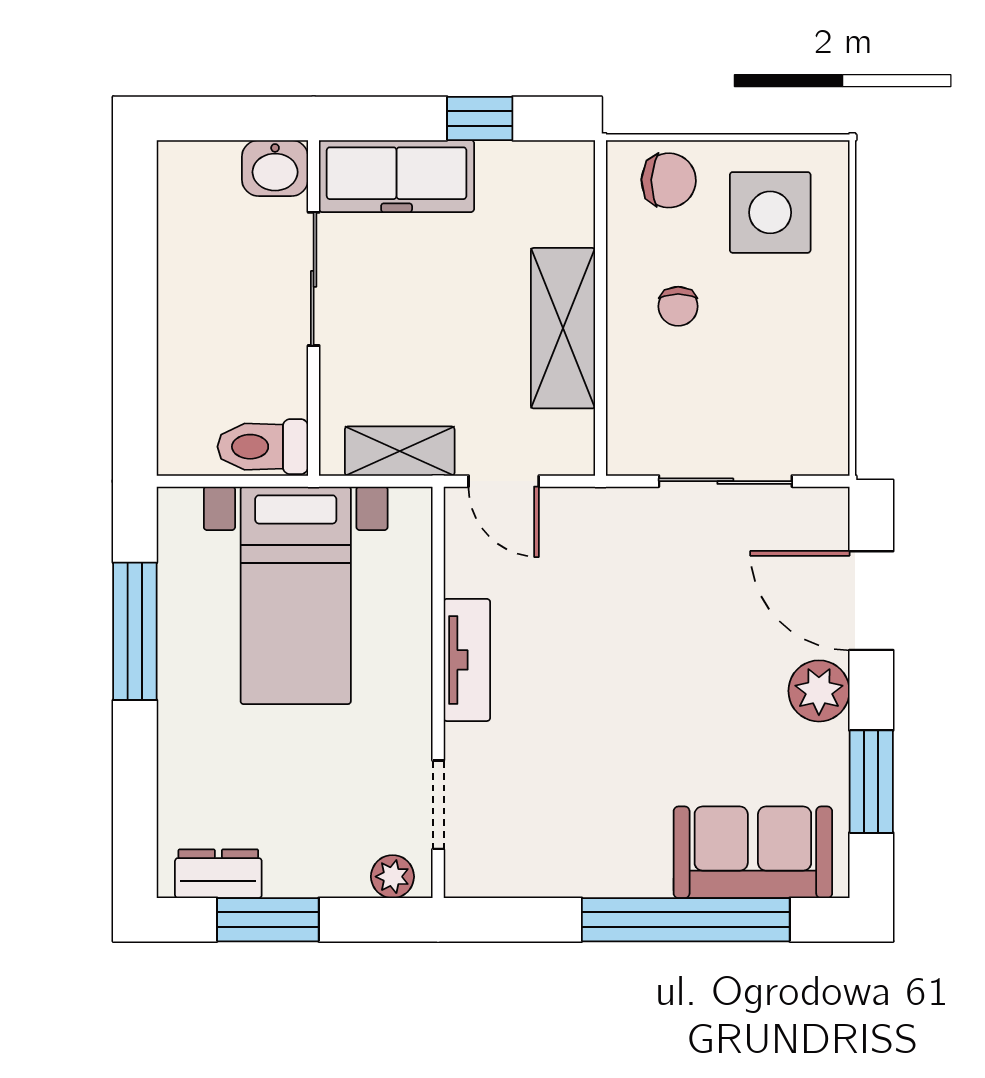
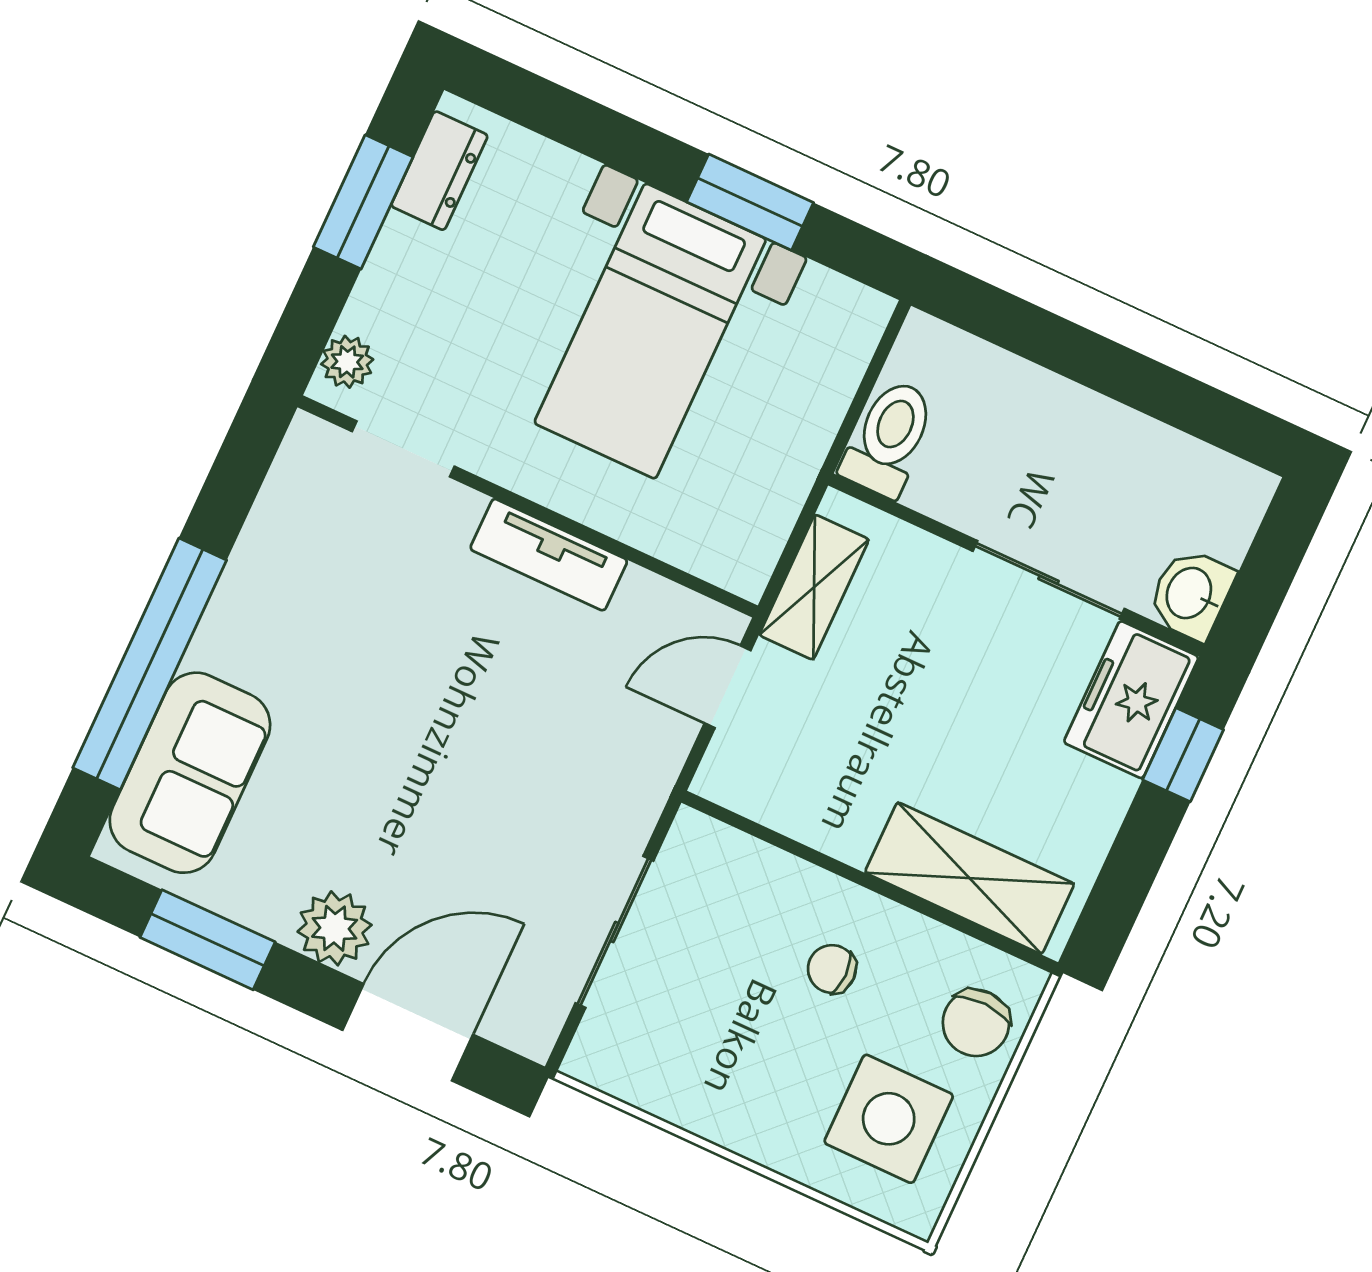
window: (480, 118) -> (1183, 755), moved
freezer: (397, 176) -> (1131, 700), width x0.71
shelving: (563, 328) -> (970, 878), moved
bed with nightstands: (296, 595) -> (650, 331), moved, turned -90
window: (135, 631) -> (750, 202), width x0.69

